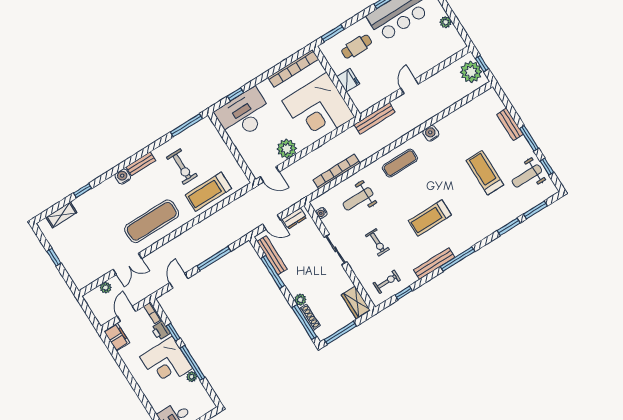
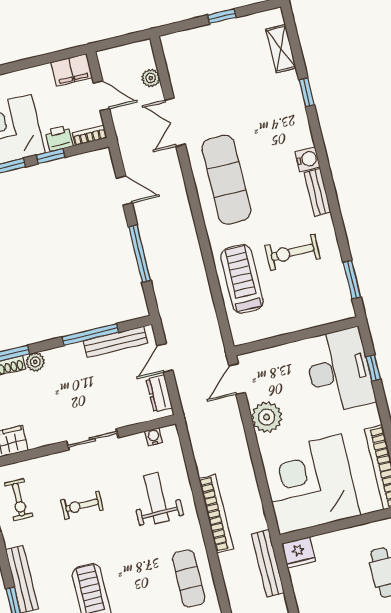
fridge: (348, 80) -> (299, 552), moved
window: (186, 125) -> (352, 280), width x0.69
bookcase: (336, 172) -> (216, 514), moved

